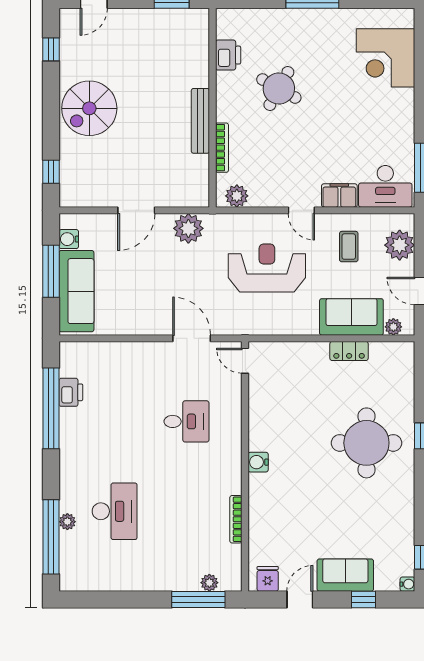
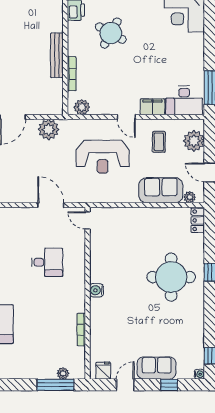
reception desk: (267, 268) -> (103, 157), turned 180
locker: (349, 351) -> (198, 220), moved, turned 90

